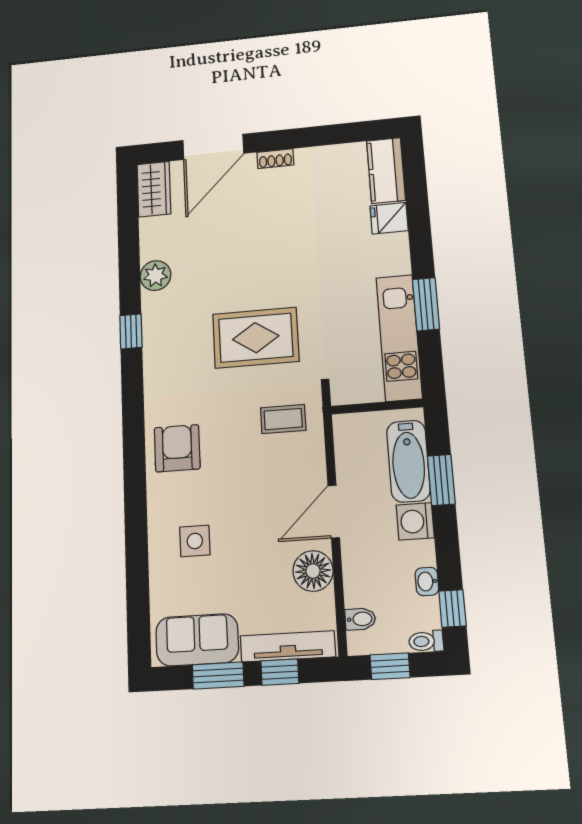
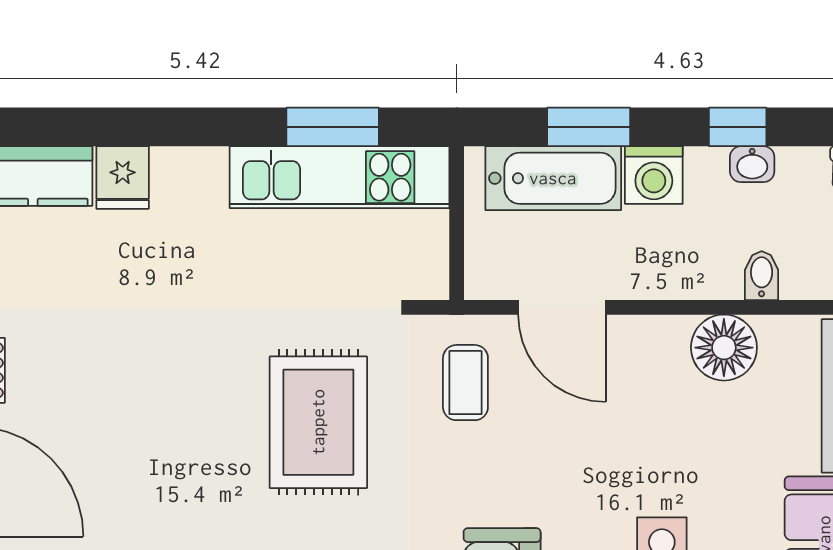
window: (426, 304) -> (333, 127), moved
door: (334, 512) -> (562, 307), moved
window: (453, 608) -> (738, 127), moved
bidet: (360, 619) -> (762, 276), moved

